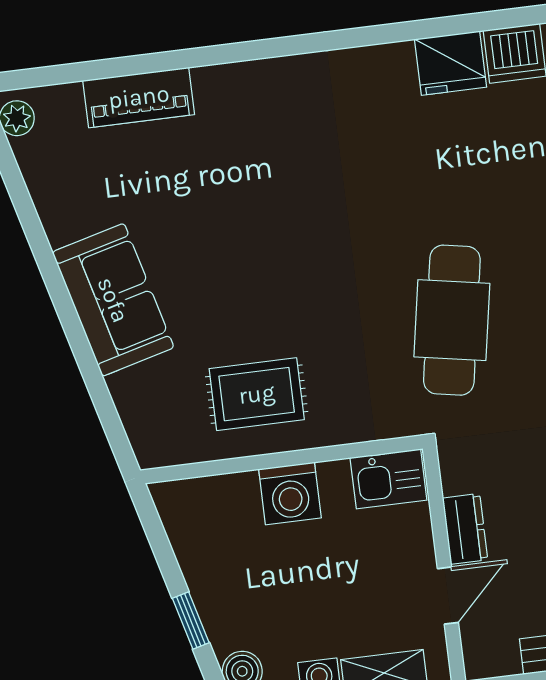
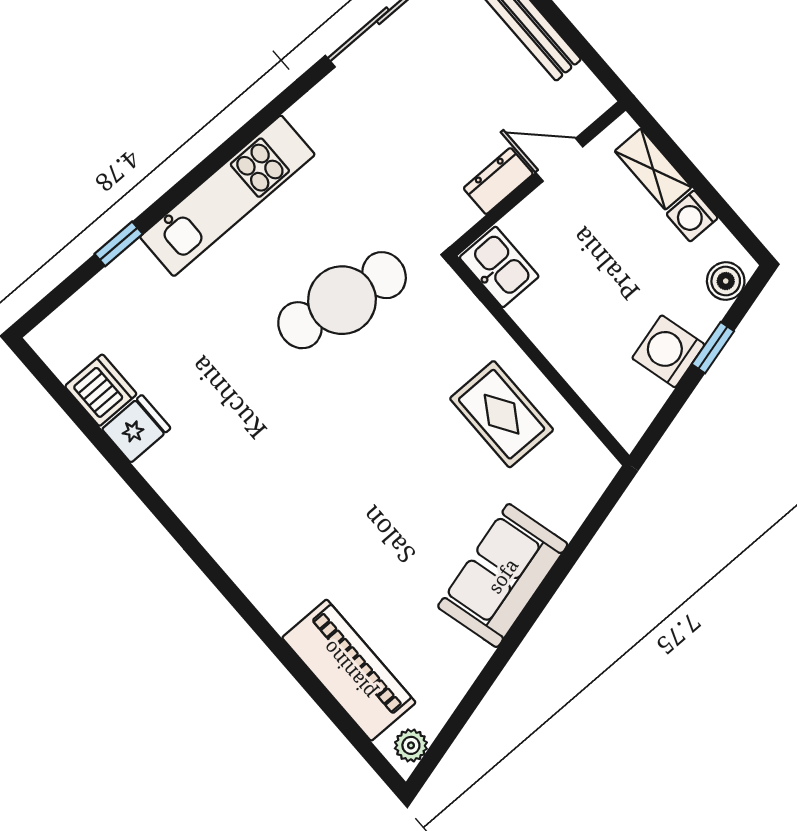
fridge: (450, 63) -> (136, 429), width x0.72
piano: (139, 97) -> (349, 670), width x1.37, depth x1.33
washing machine: (290, 494) -> (668, 351), moved, turned -105

